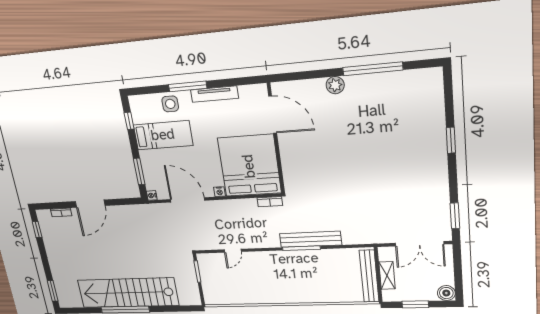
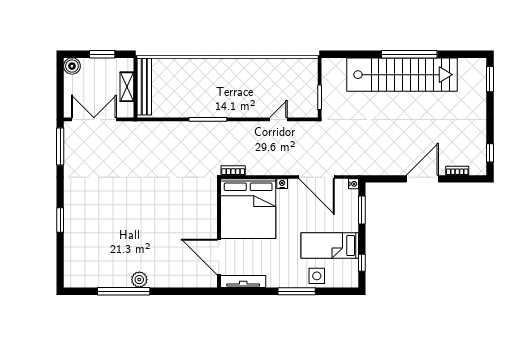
plant: (335, 85) -> (139, 280), moved
tv unit: (214, 94) -> (243, 281), moved
window: (455, 216) -> (60, 147), width x1.44
bench: (310, 239) -> (198, 129), removed

